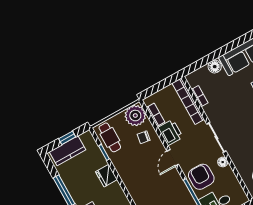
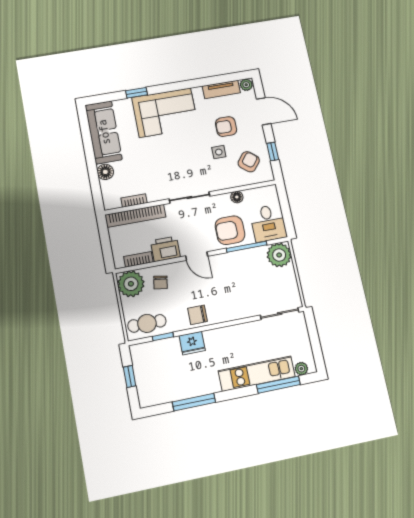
kitchen counter: (67, 151) -> (146, 381), removed
floor lamp: (223, 162) -> (237, 197), moved
chair: (129, 173) -> (198, 315), added

